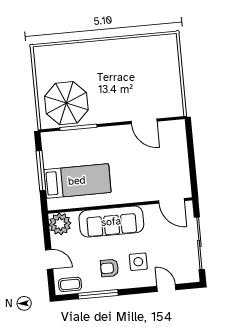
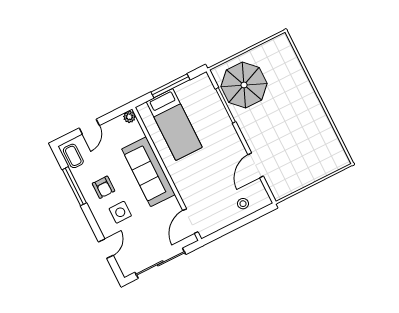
stool: (174, 147) -> (243, 204), added
plant: (60, 224) -> (129, 117), width x0.53, depth x0.53
armchair: (109, 268) -> (104, 187), turned 180

